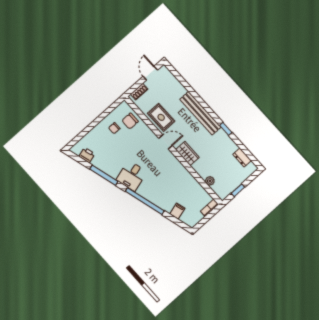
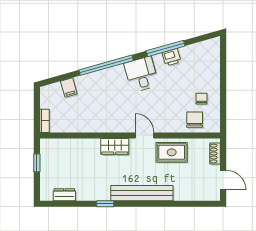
door: (166, 142) -> (144, 135), swing flipped
printer: (87, 155) -> (172, 57), moved
plant: (210, 181) -> (70, 144), removed

